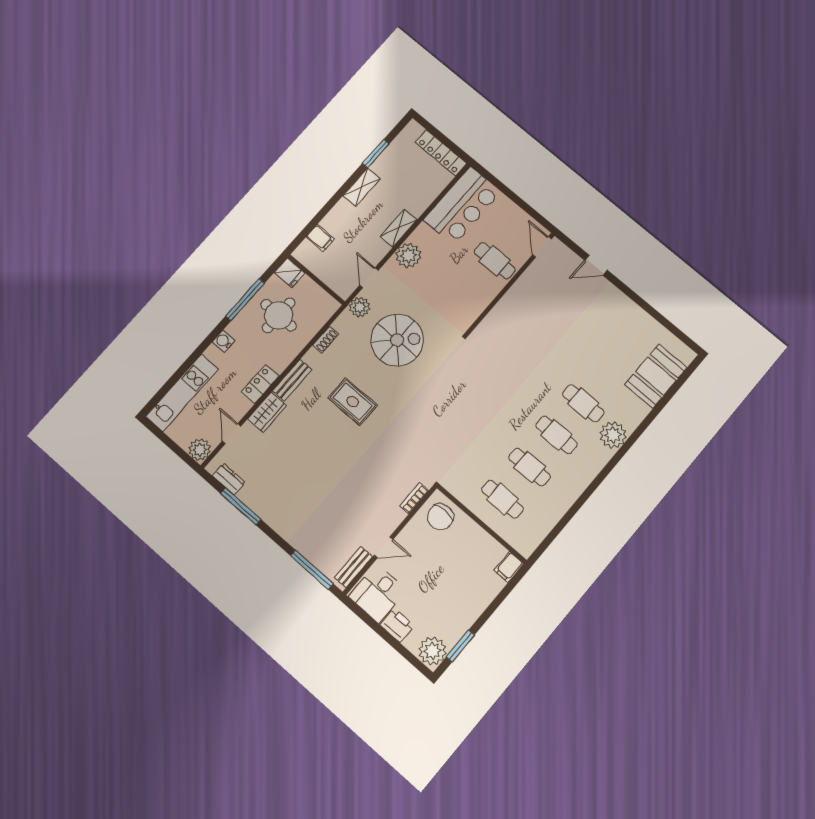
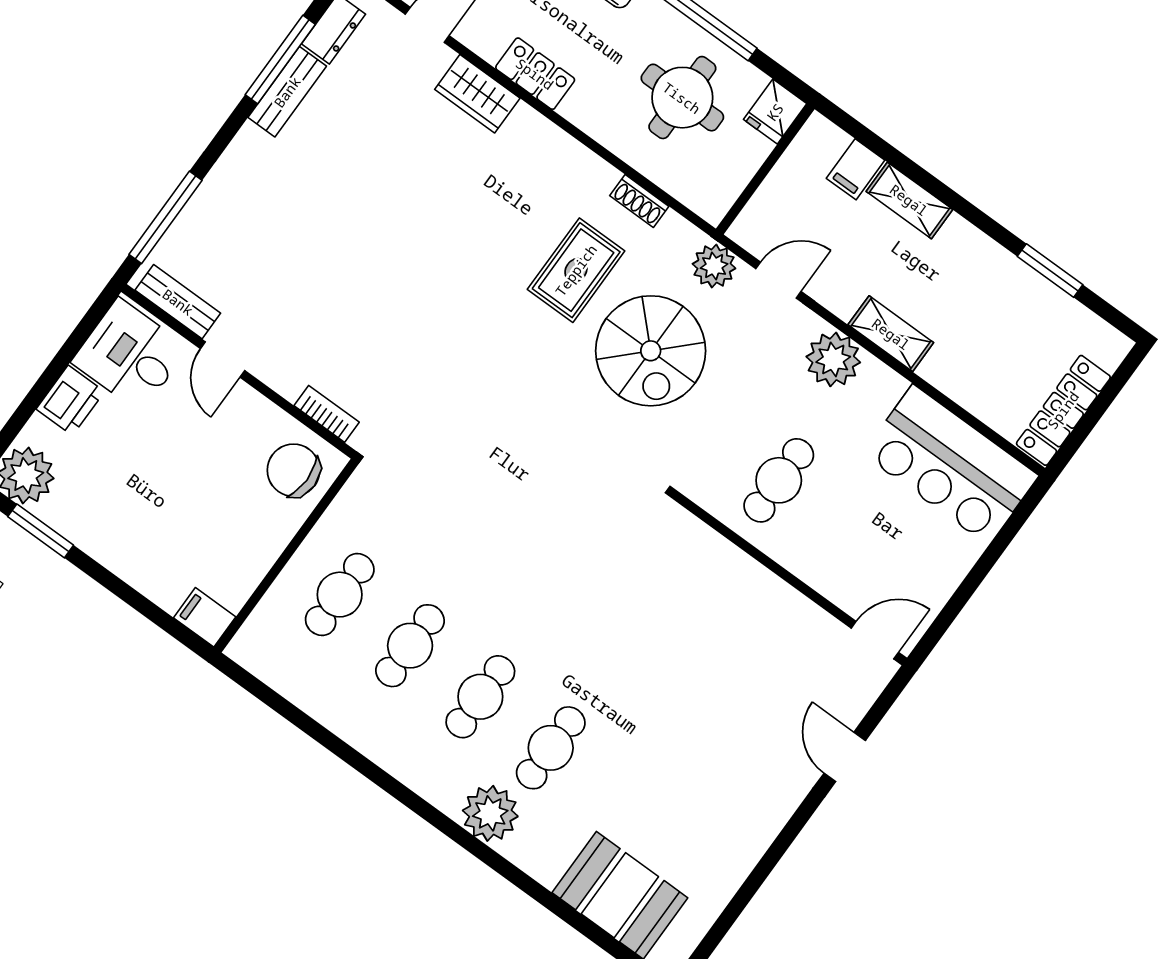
shelving: (362, 187) -> (909, 200), moved
cafe table: (495, 261) -> (779, 480), moved
bench: (292, 380) -> (287, 92), moved, turned 90
rug: (353, 402) -> (576, 270), moved

